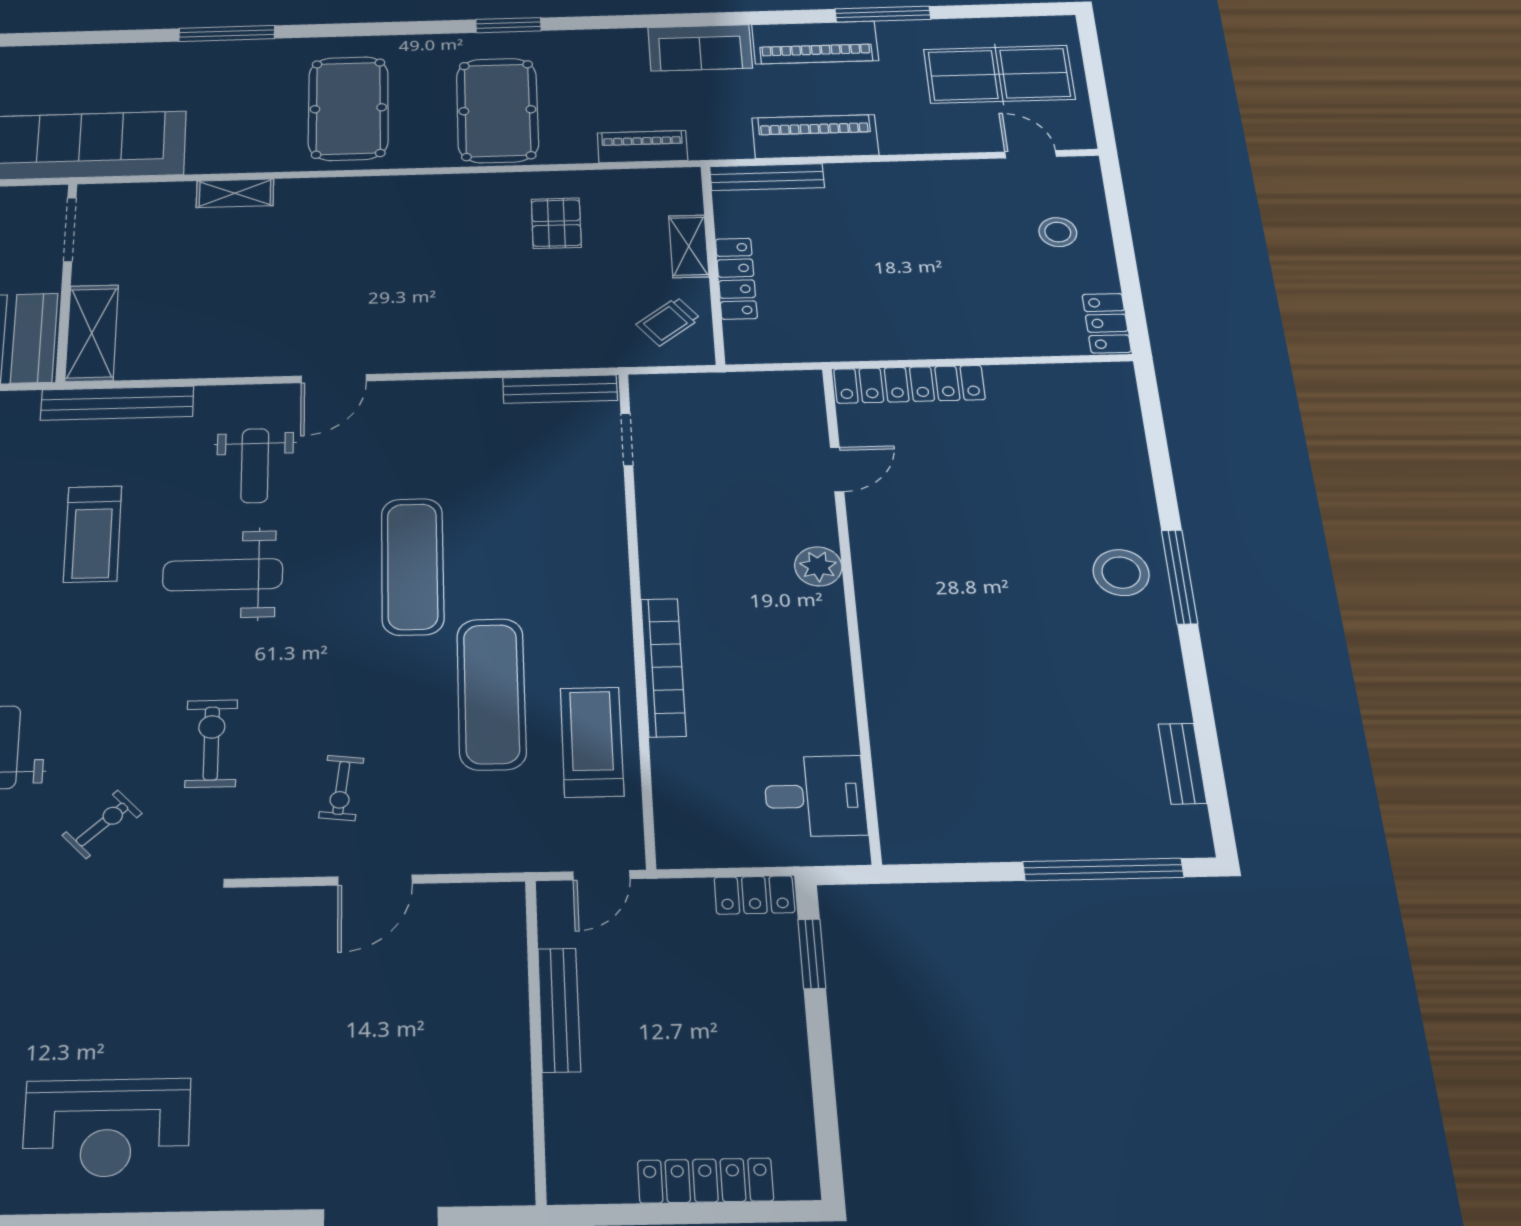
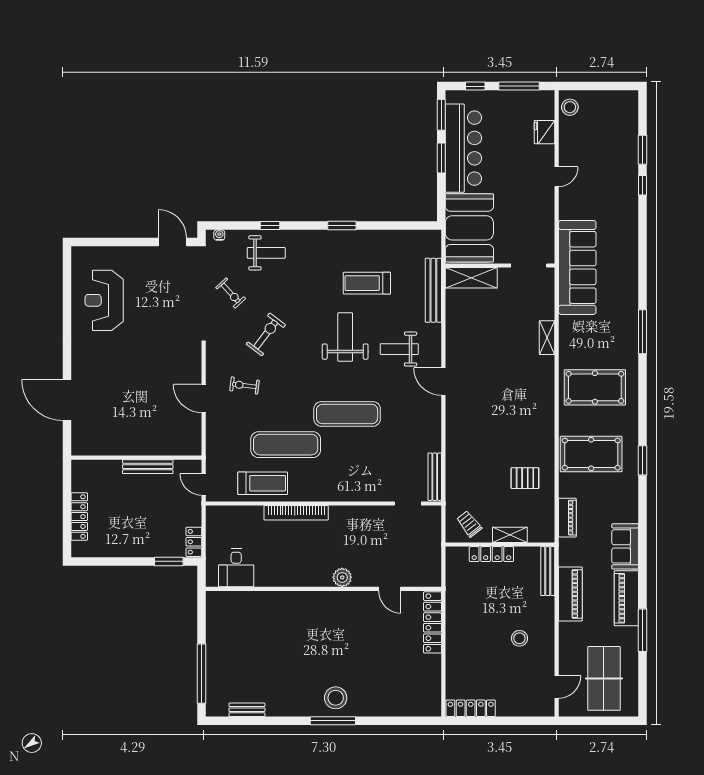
stool: (1058, 232) -> (519, 638), moved
locker: (1107, 323) -> (471, 708), width x1.53
exercise bike: (211, 743) -> (266, 334), turned -53

